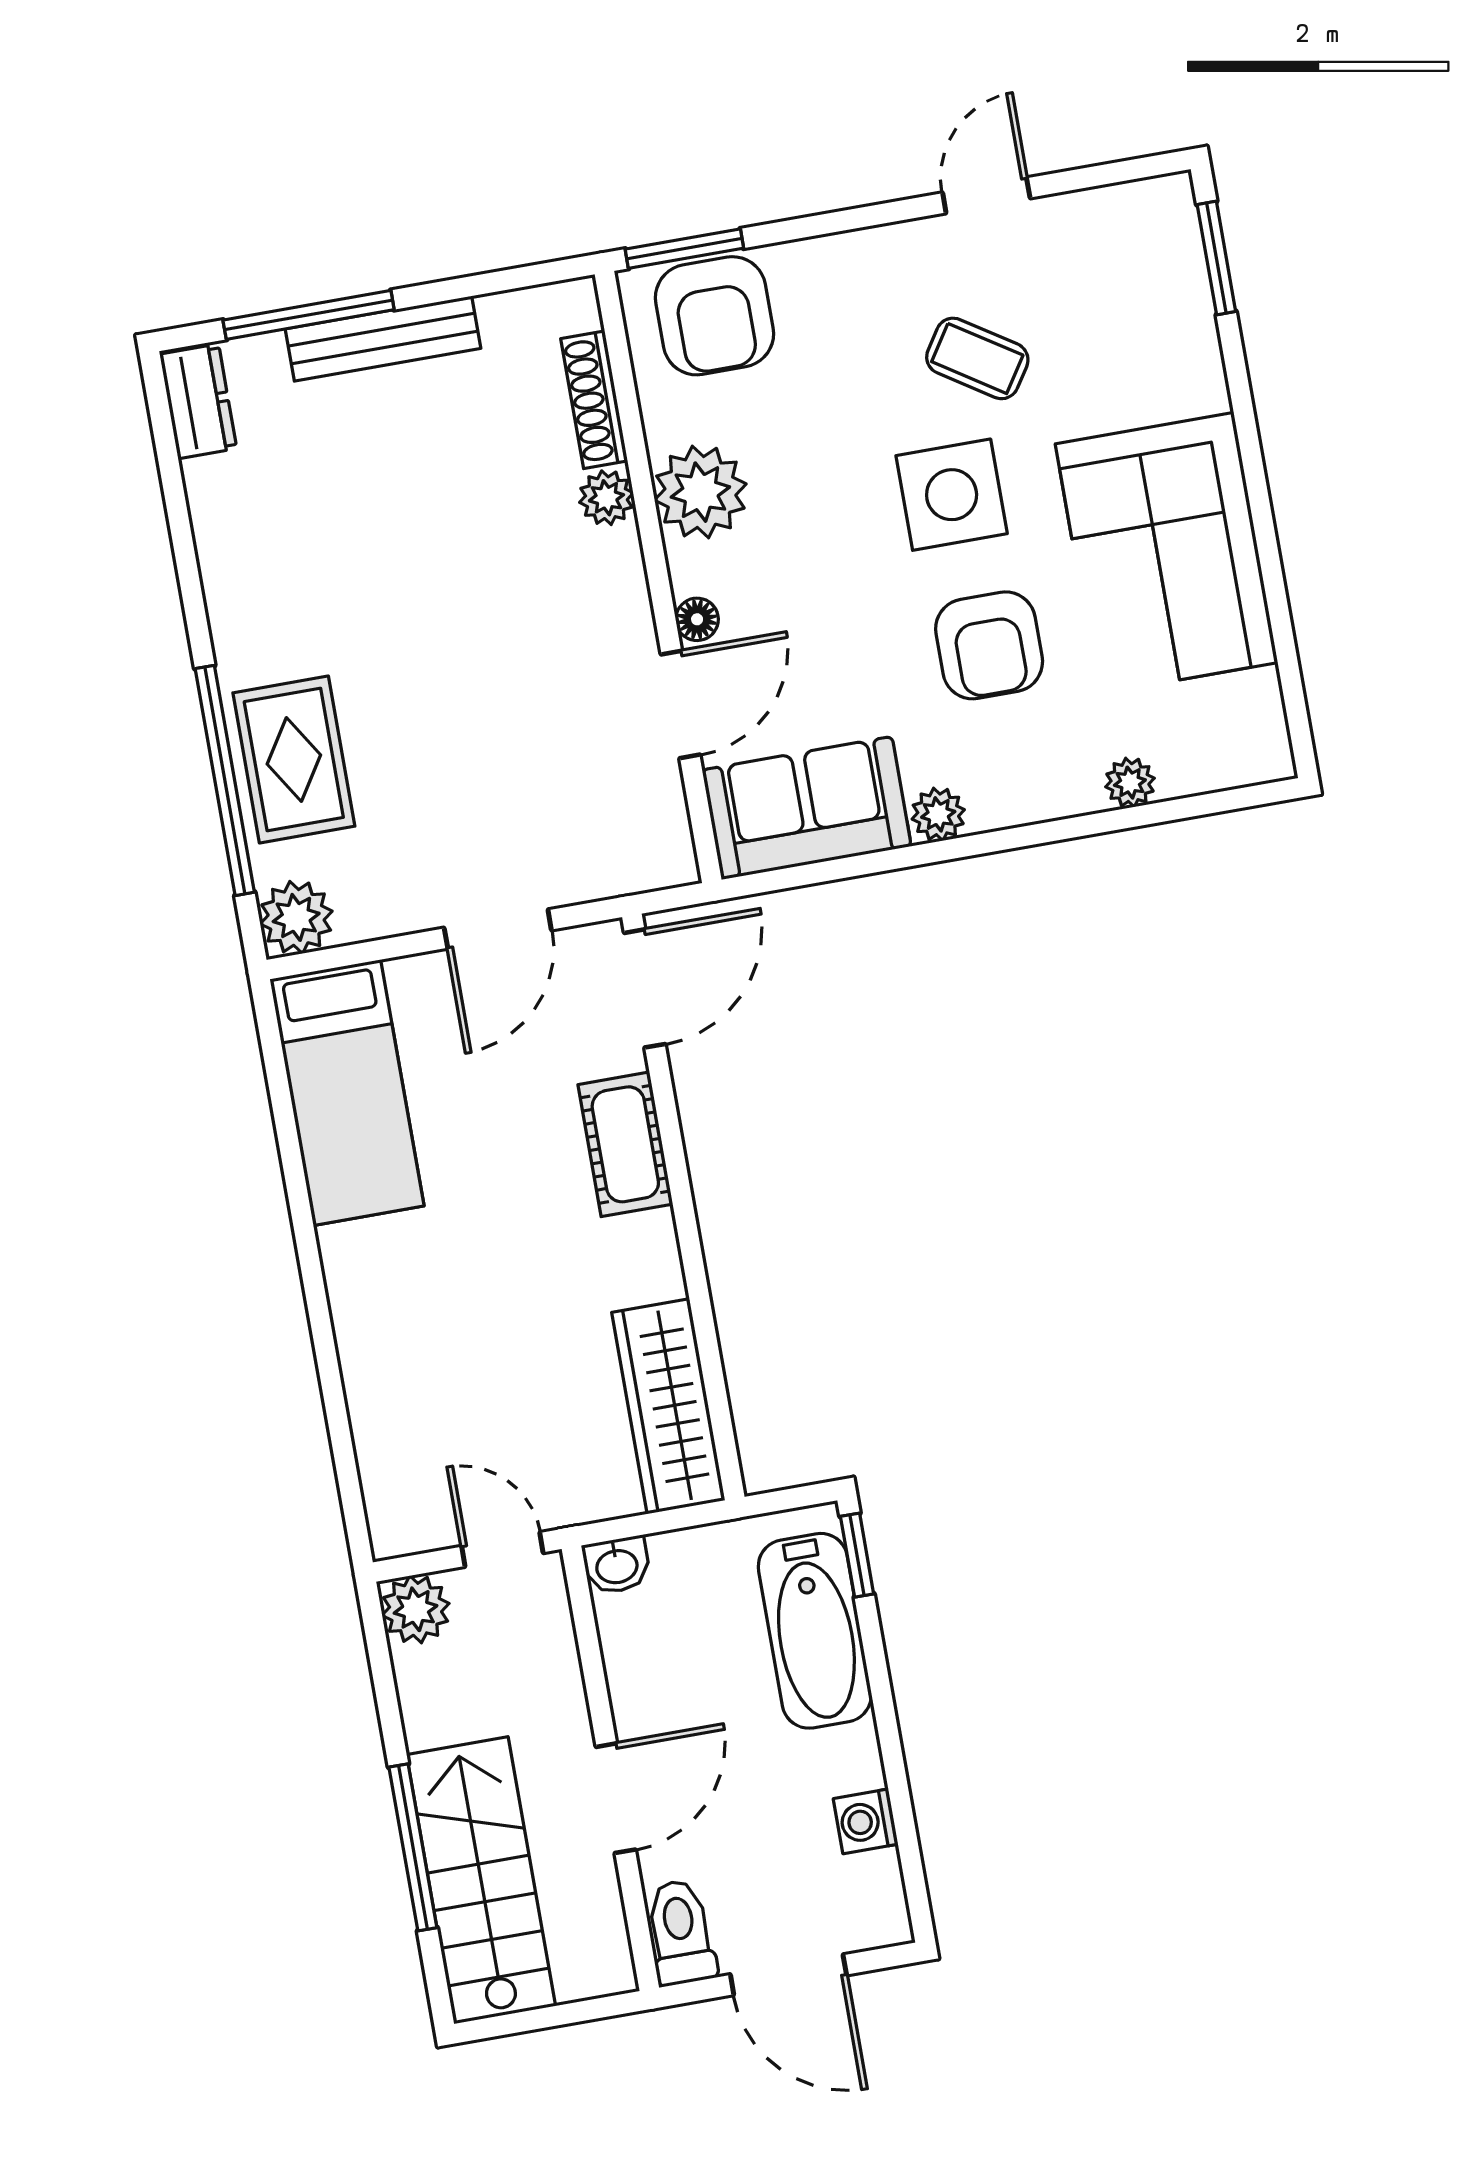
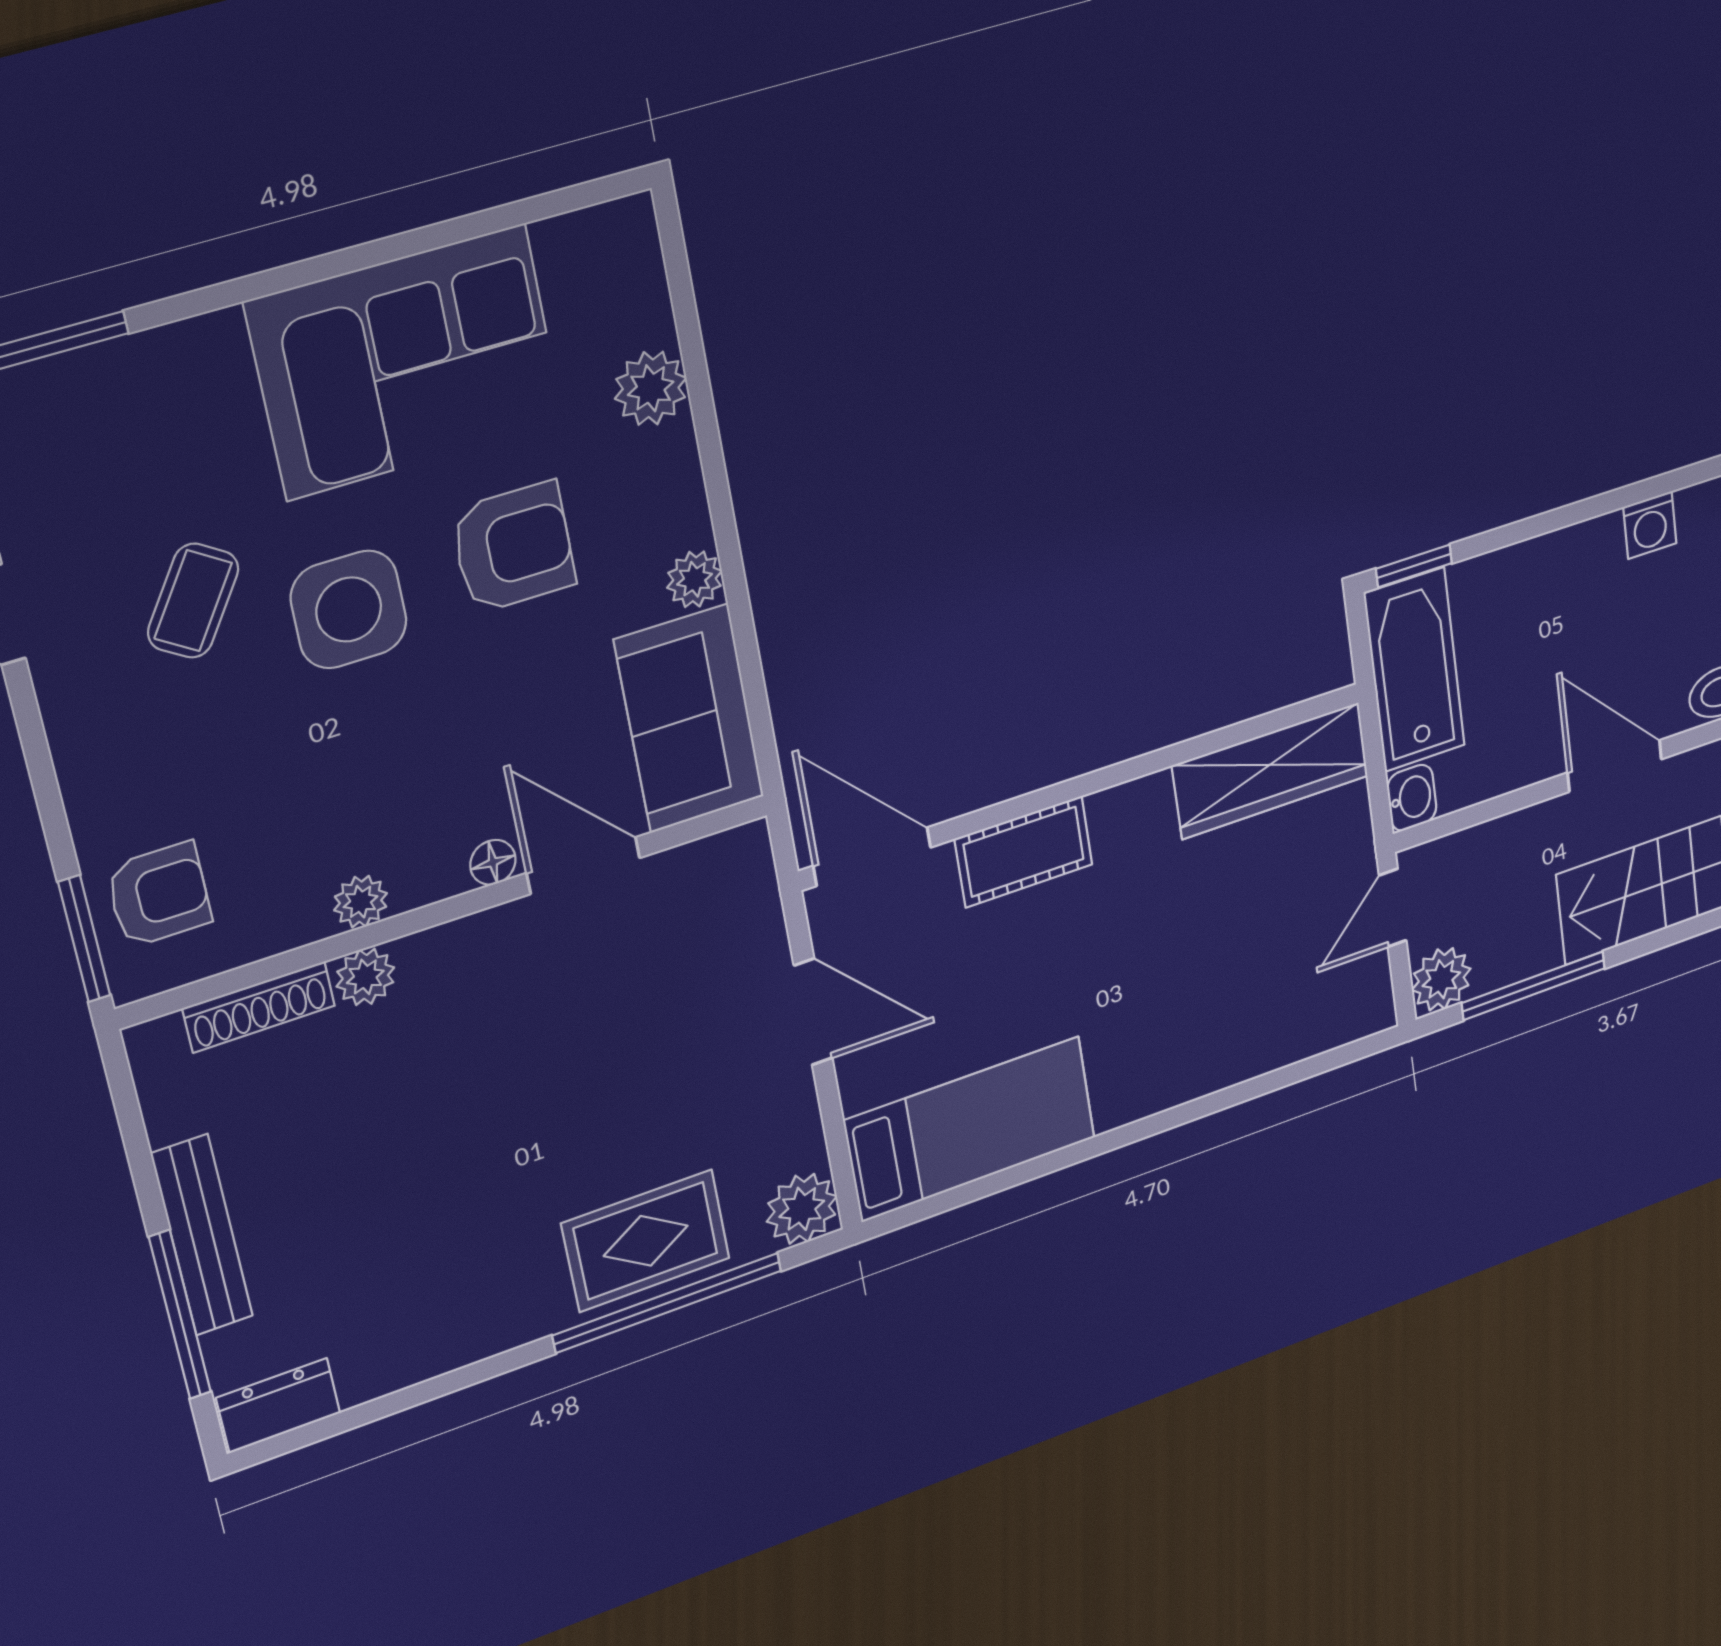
armchair: (714, 316) -> (159, 895), width x0.72, depth x0.72
plant: (700, 492) -> (361, 902), width x0.53, depth x0.53
plant: (1130, 783) -> (651, 388), width x1.38, depth x1.38
bathtub: (815, 1631) -> (1415, 670), moved, turned -90
window: (413, 1847) -> (1534, 986), moved

